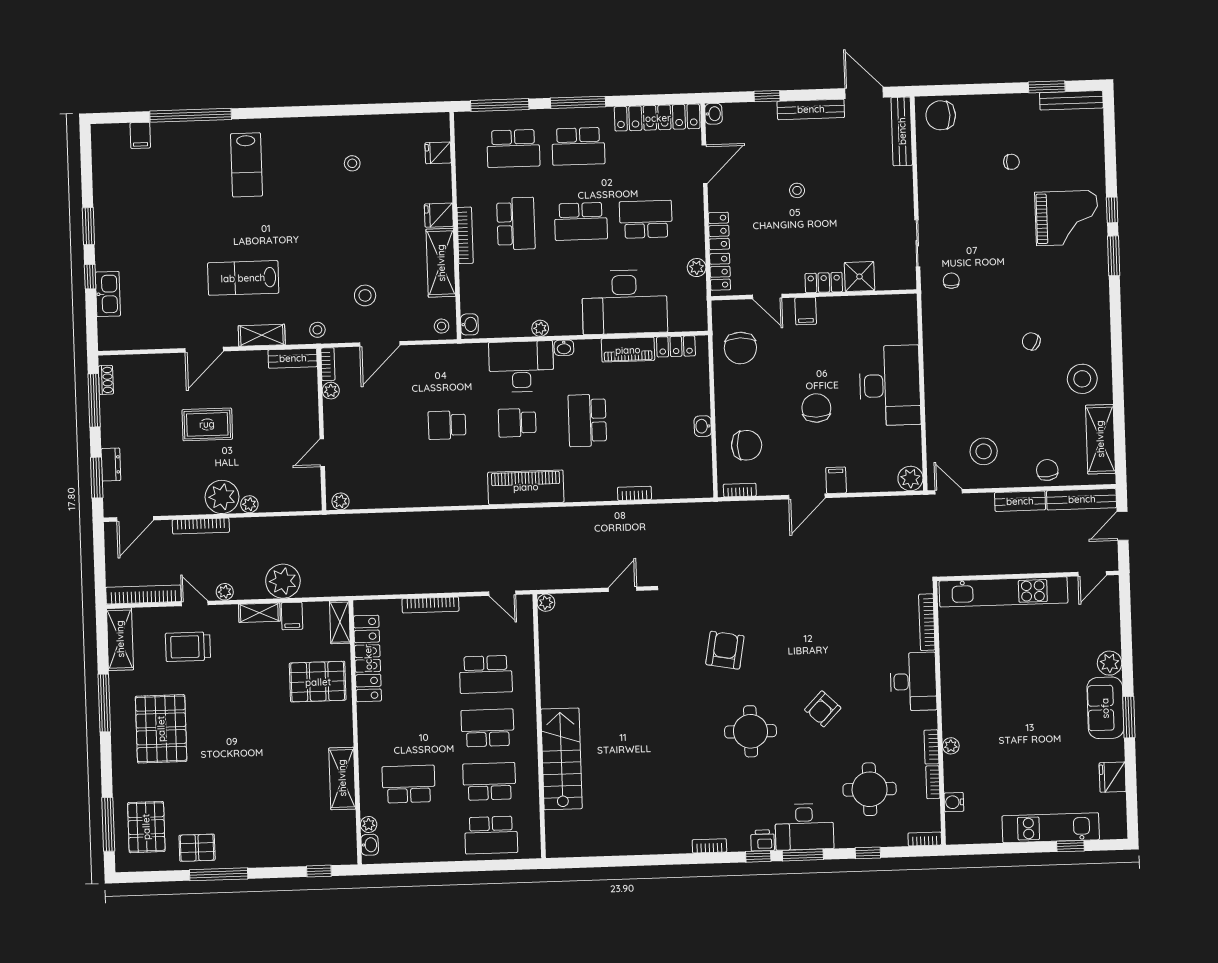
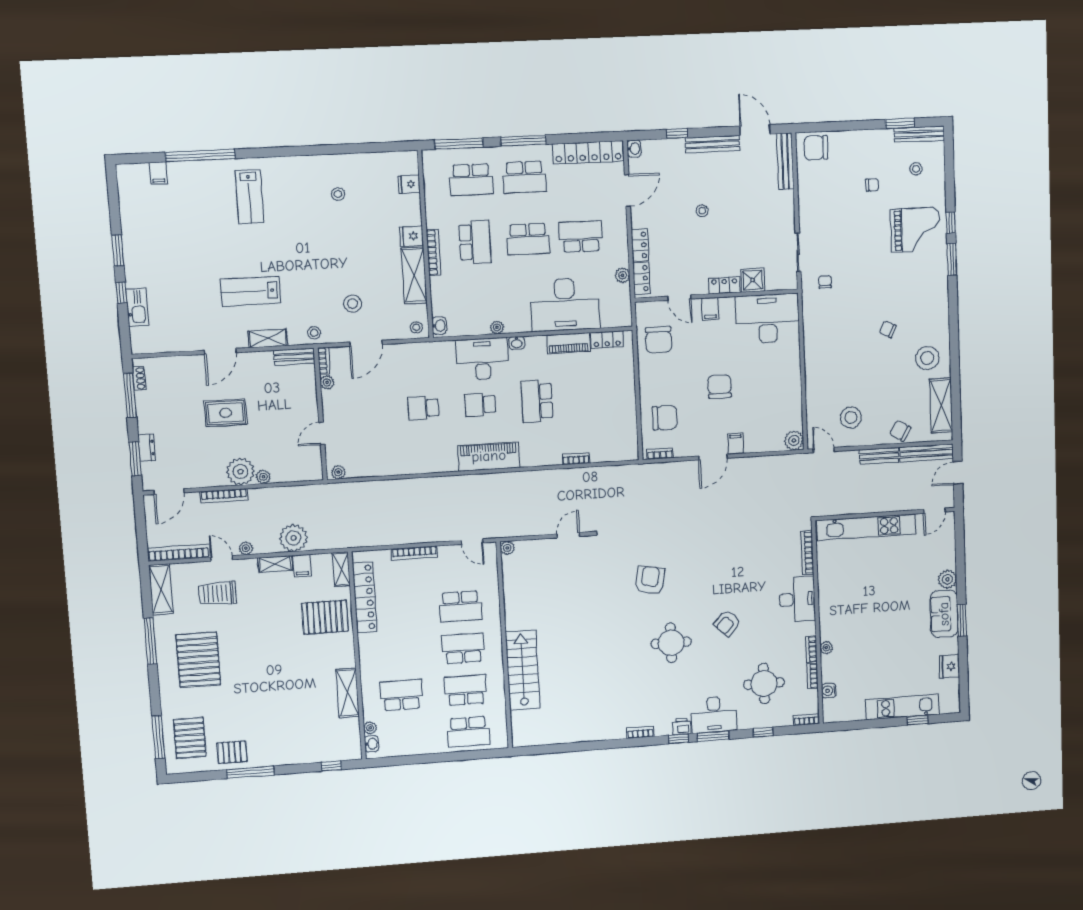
stool: (1067, 143) -> (916, 169), added
desk: (890, 386) -> (767, 319), moved, turned -90
washbasin: (703, 426) -> (630, 403), removed
chair: (1047, 470) -> (900, 431), turned -52

